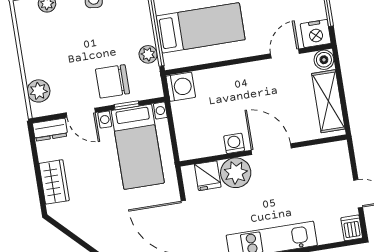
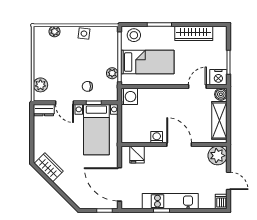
chair: (113, 81) -> (87, 86), width x0.54, depth x0.54
plant: (236, 173) -> (218, 156), moved
wardrobe: (54, 182) -> (49, 167), moved, turned -45

